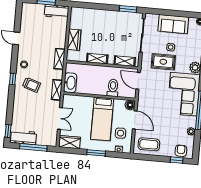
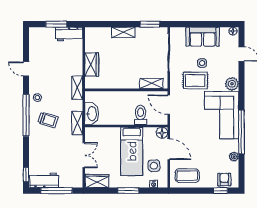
shelving: (97, 59) -> (123, 32), moved
window: (13, 79) -> (26, 115), width x3.17

